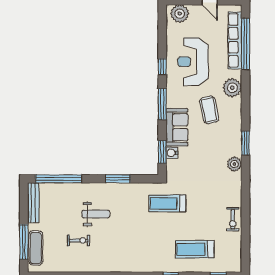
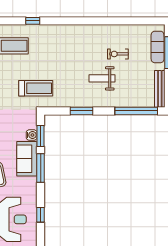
window: (162, 104) -> (41, 168), moved

